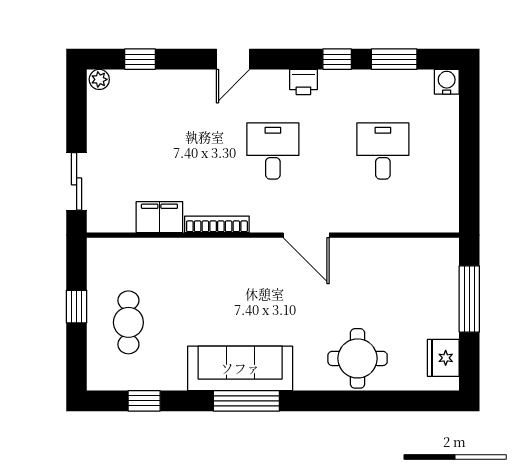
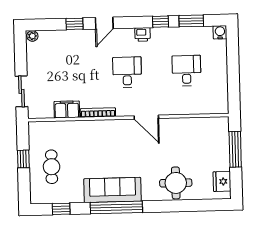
window: (140, 59) -> (75, 24), moved
window: (246, 401) -> (116, 207), width x1.46

